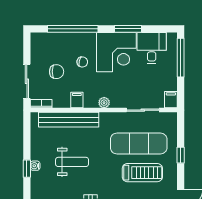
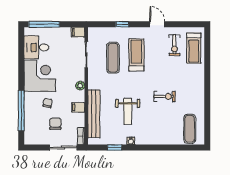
window: (128, 29) -> (21, 66), removed
exercise mat: (139, 143) -> (113, 58), width x0.73, depth x0.69
weight bench: (72, 162) -> (128, 111), turned 180
window: (27, 169) -> (114, 147), moved

